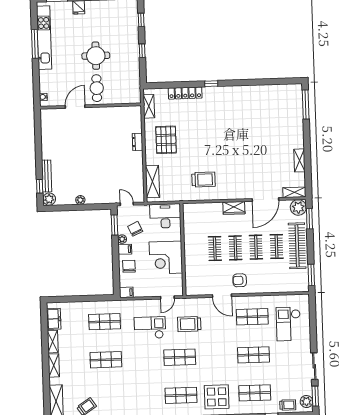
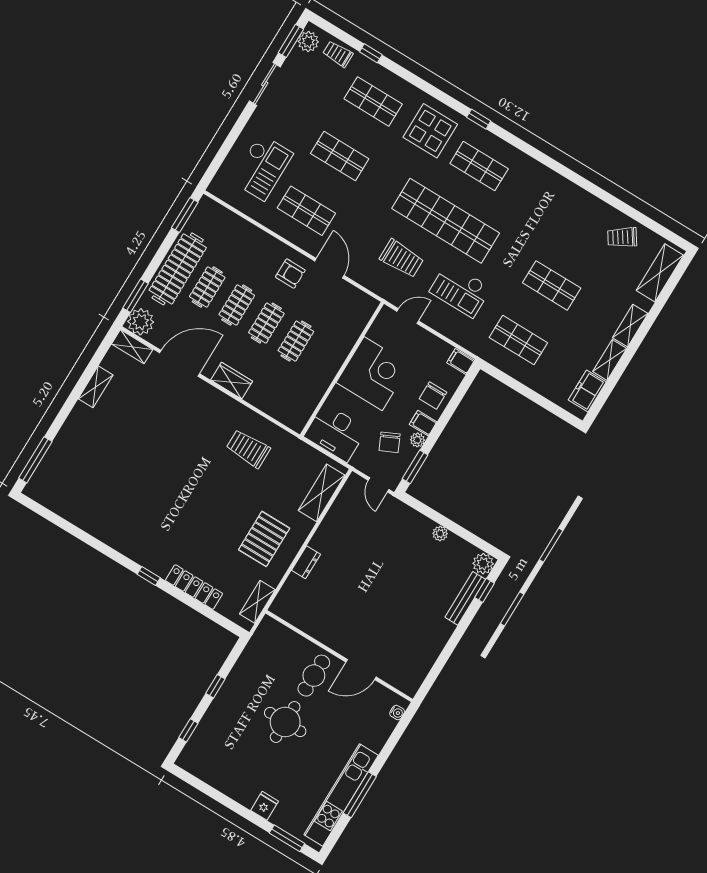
shop shelf: (180, 357) -> (446, 221), width x2.00, depth x1.36

